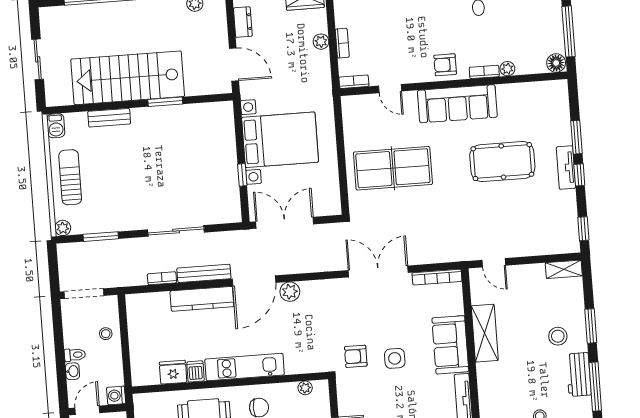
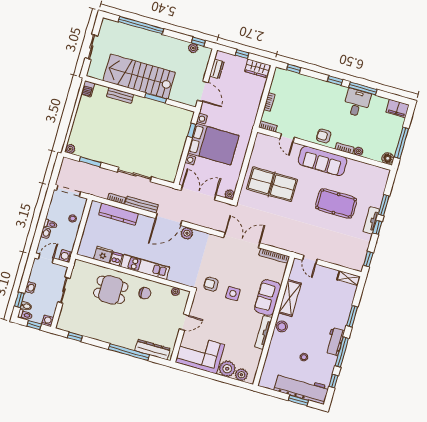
plant: (321, 42) -> (230, 194), moved
window: (242, 175) -> (192, 130), moved
sun lounger: (70, 177) -> (85, 121), removed
kitchen counter: (202, 299) -> (118, 214), moved
stool: (558, 336) -> (282, 326), moved

